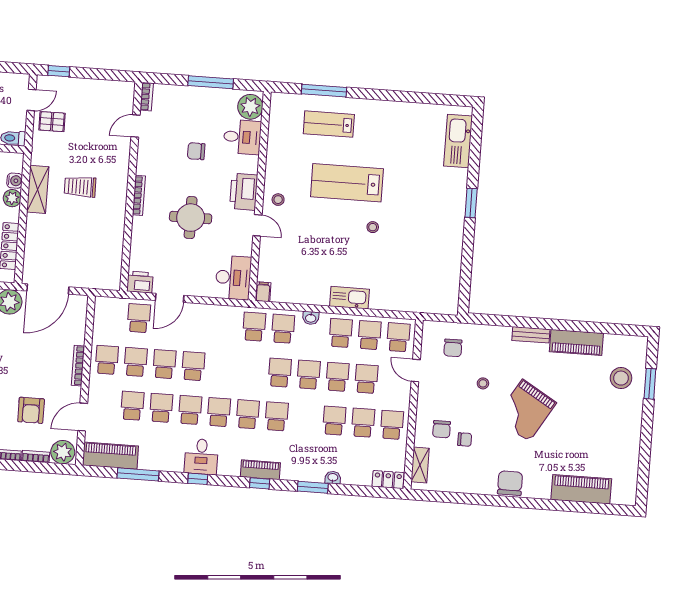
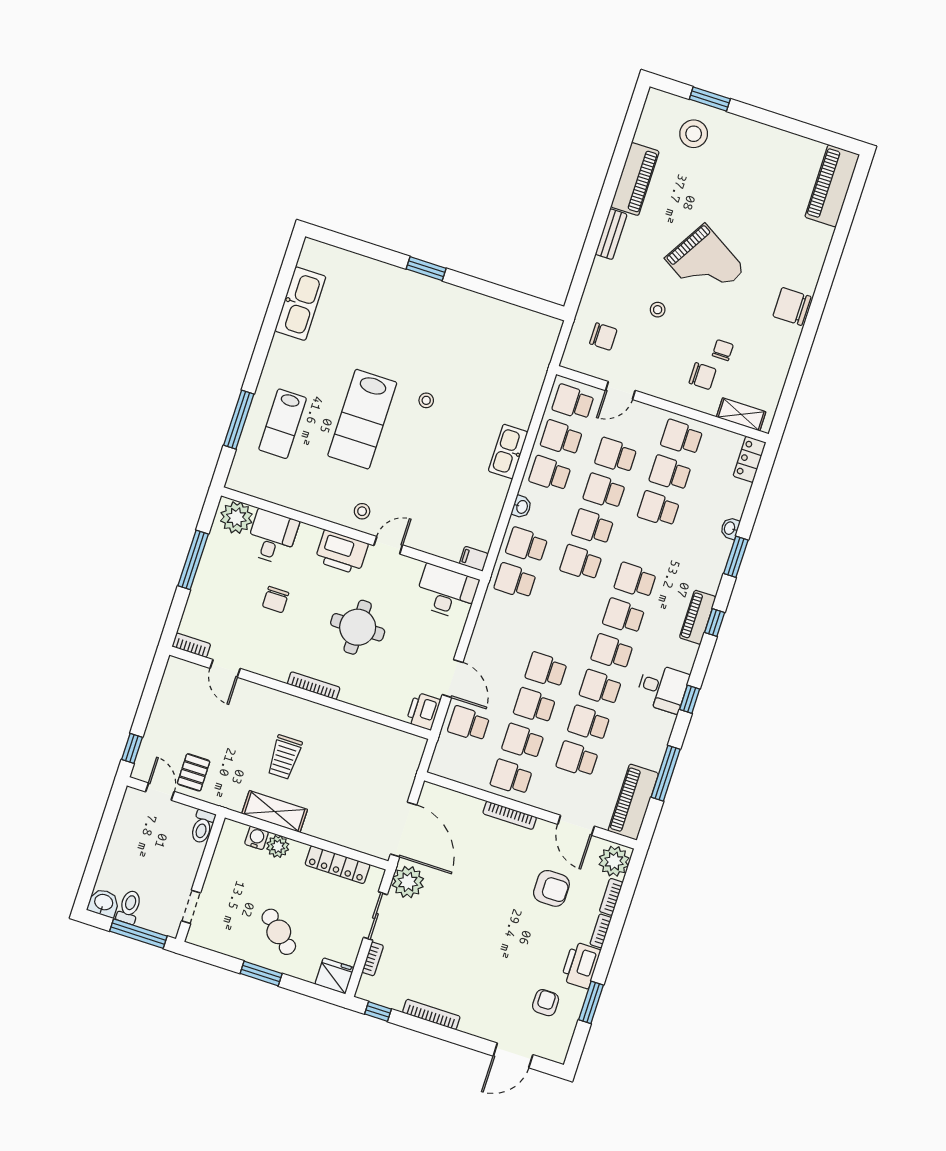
kitchen sink: (458, 141) -> (300, 304), moved, turned -90
piano: (581, 489) -> (832, 186), moved

